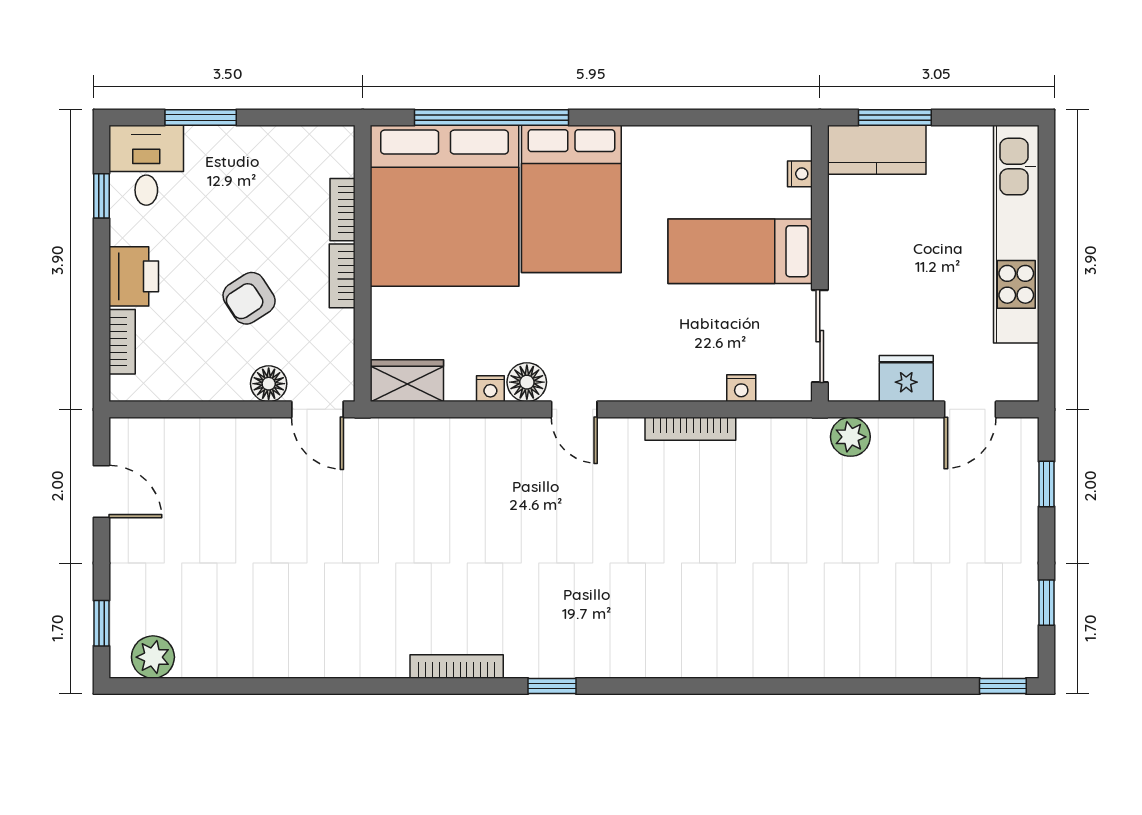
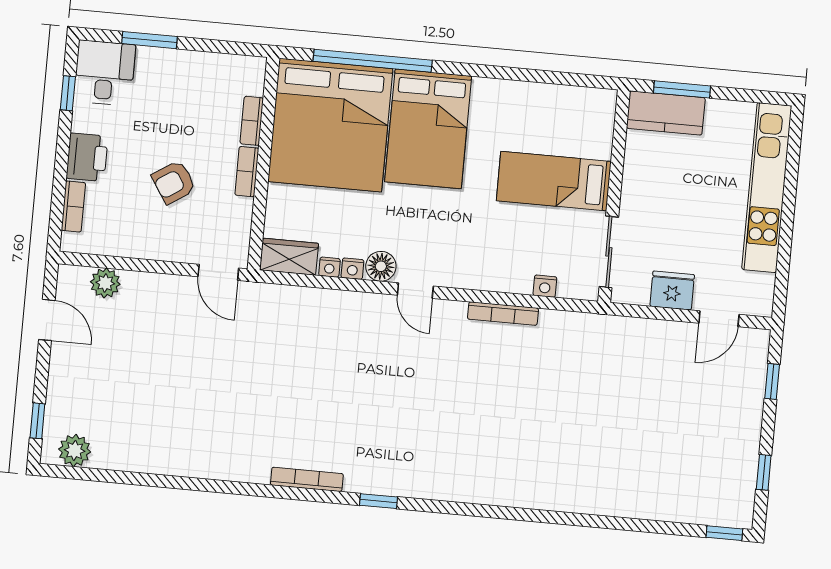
nightstand: (800, 174) -> (329, 267), moved, turned 90
floor lamp: (269, 384) -> (183, 249), removed
plant: (850, 437) -> (105, 283), moved

